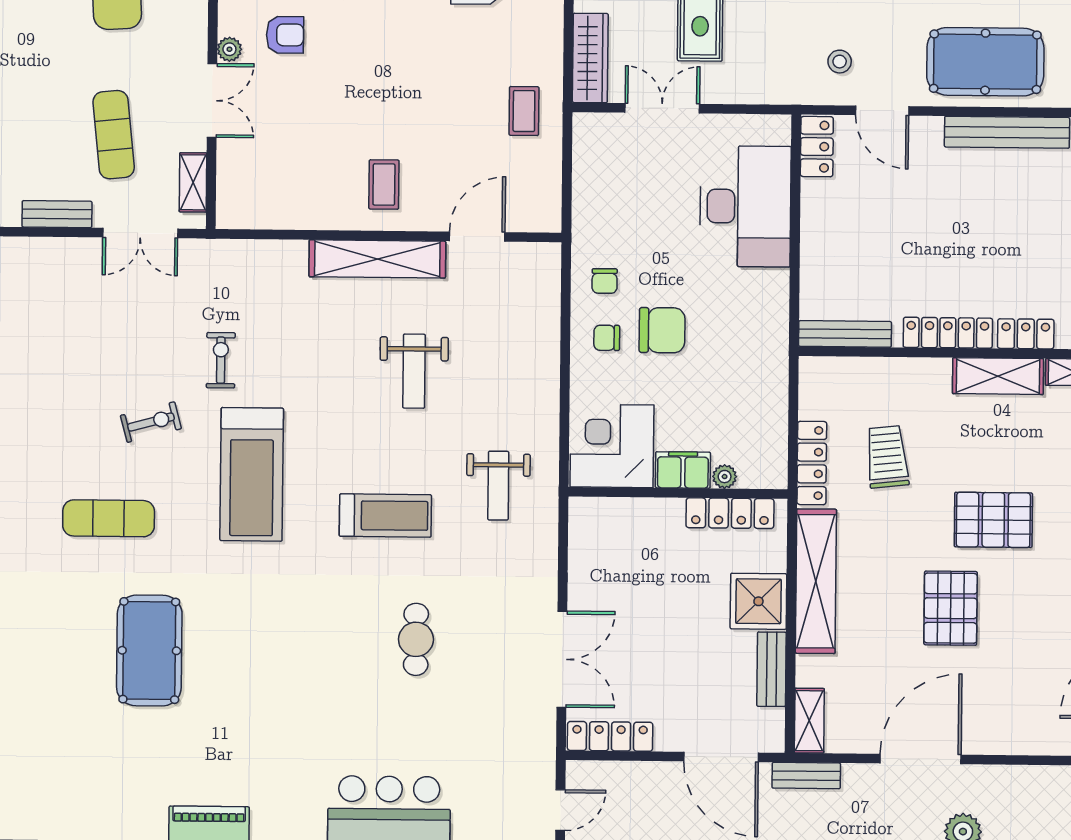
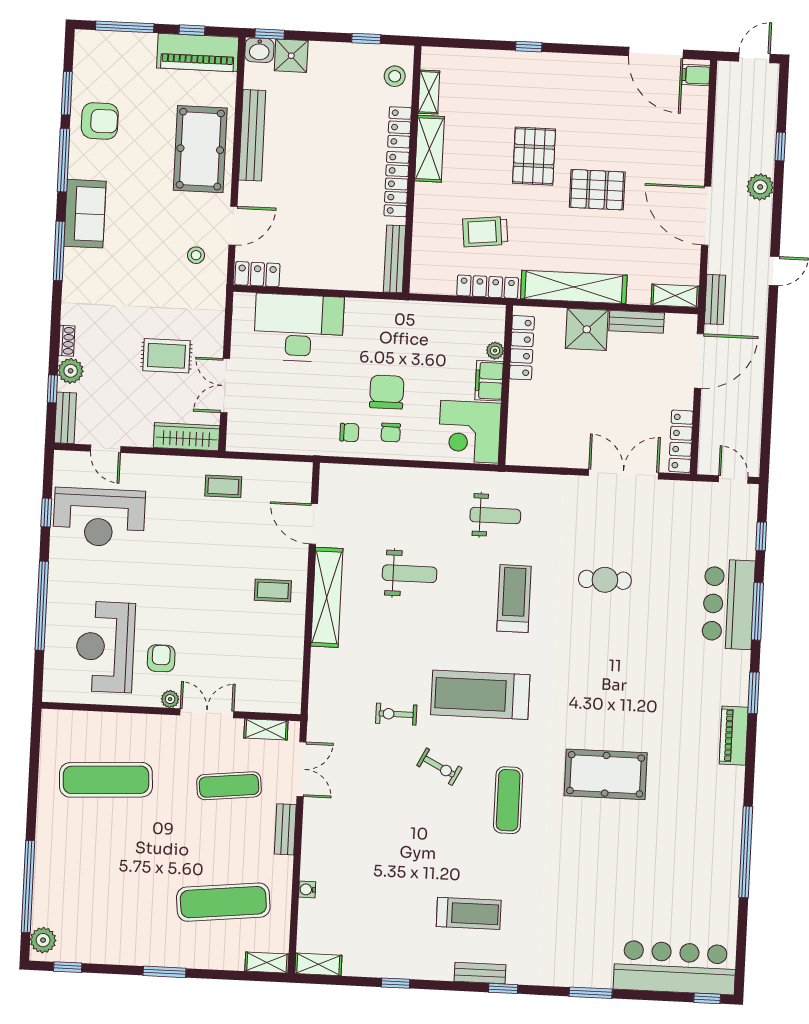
exercise bike: (151, 422) -> (439, 767), turned 132
treadmill: (252, 474) -> (480, 695), turned 180

